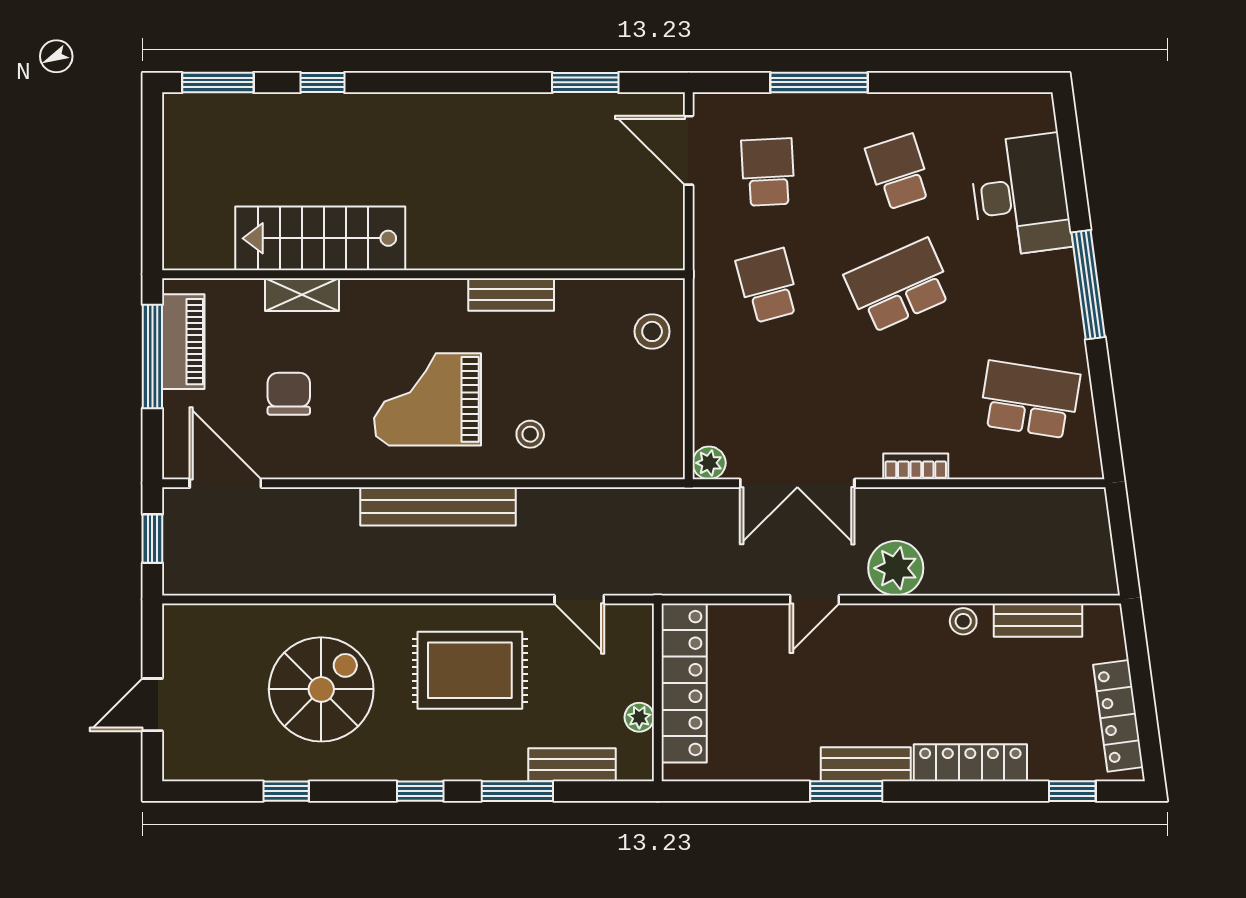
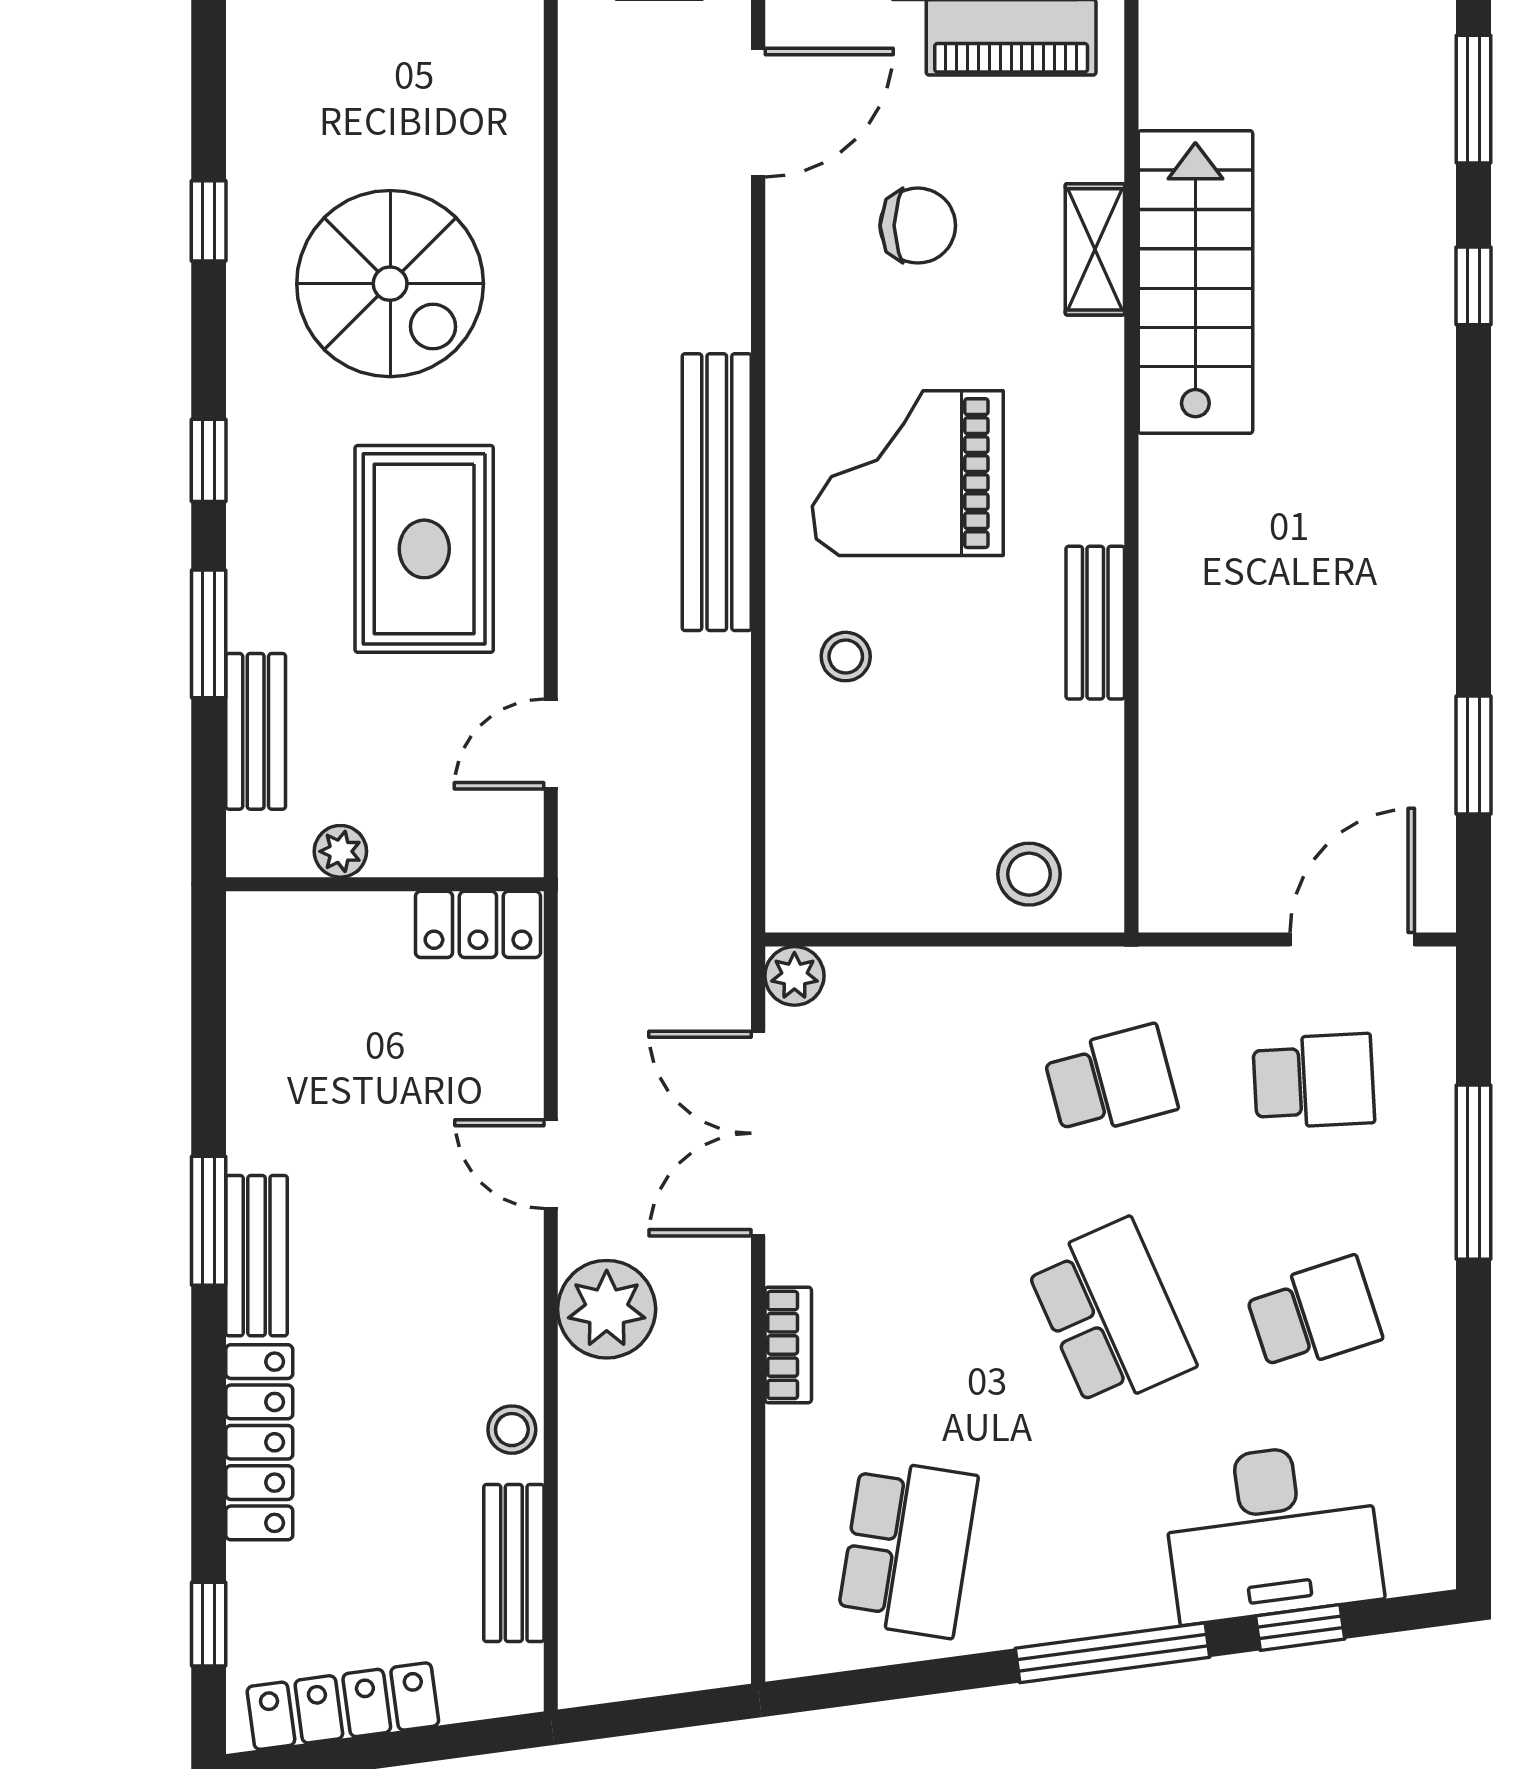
window: (1074, 180) -> (1300, 1627), added
grand piano: (427, 399) -> (908, 473), turned -90
locker: (684, 683) -> (478, 924), width x0.46, depth x0.83

